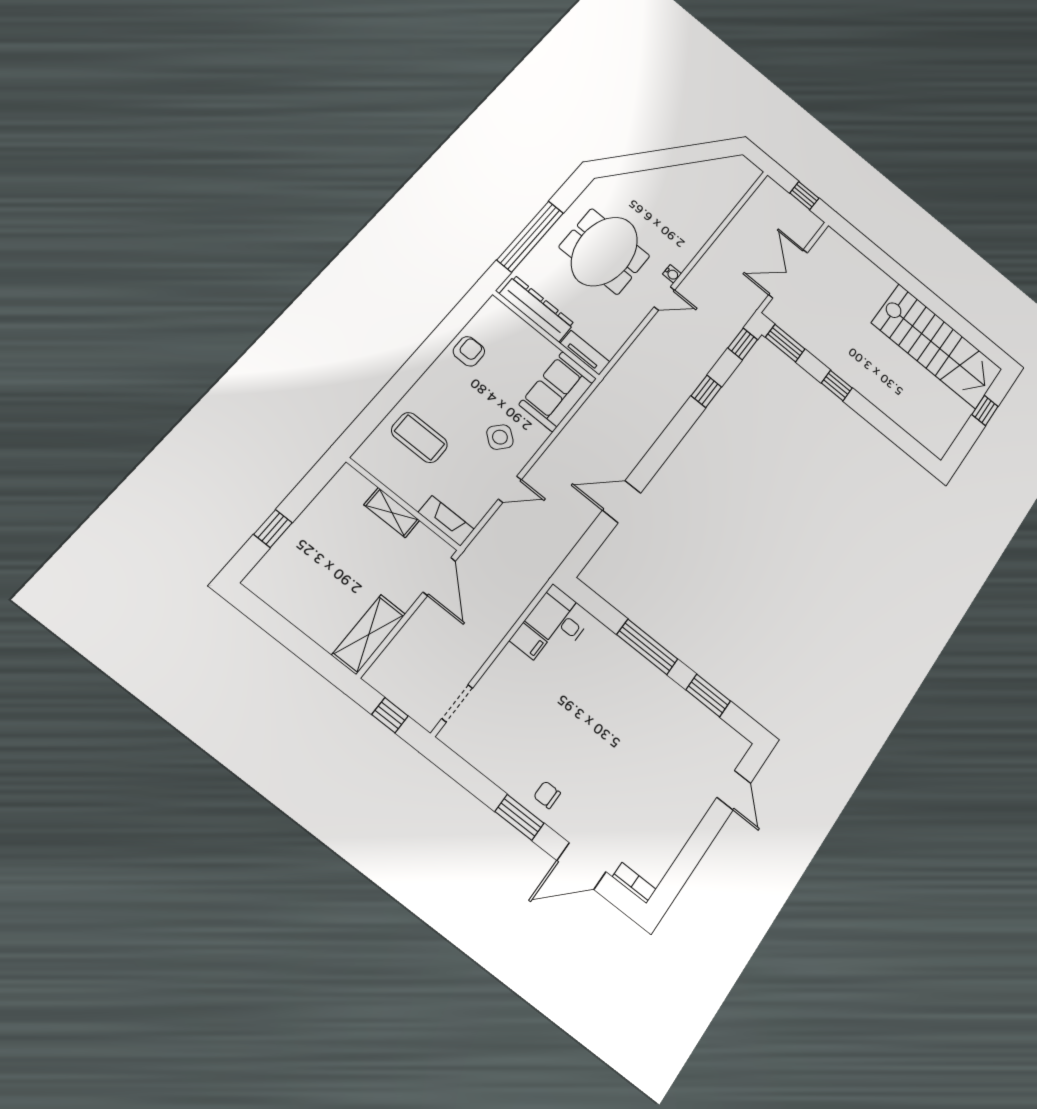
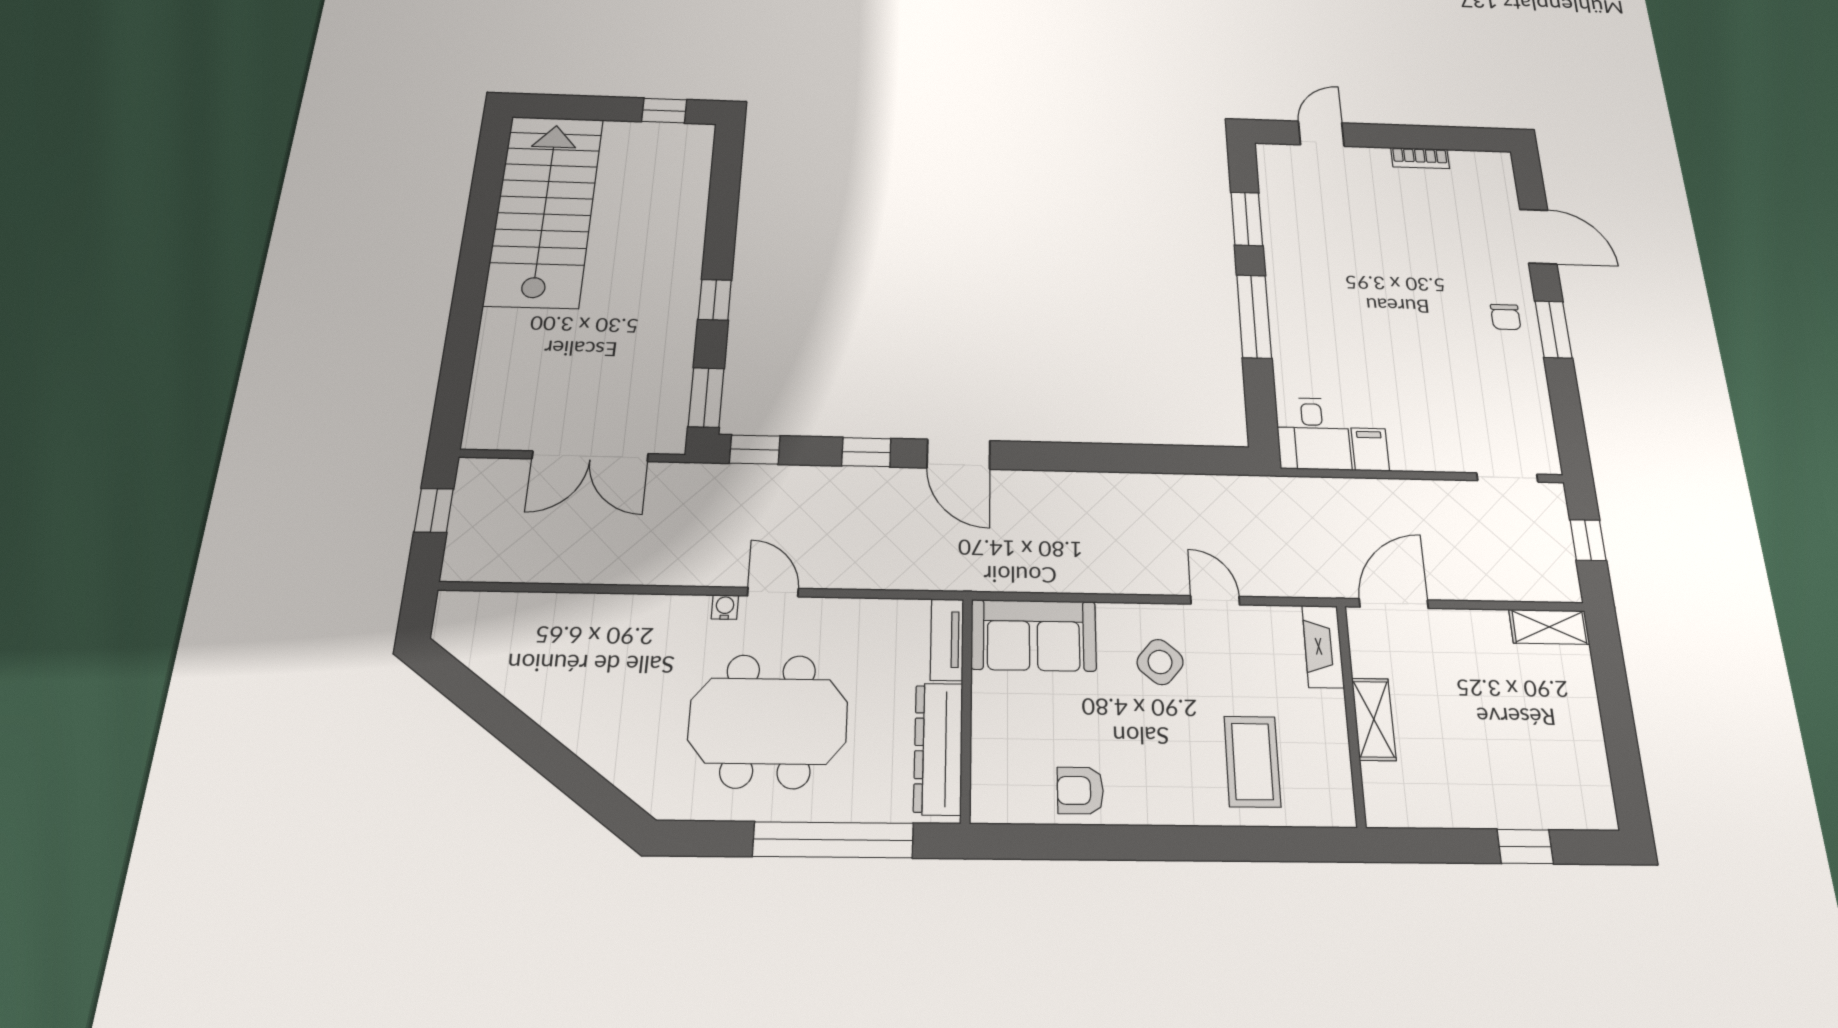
window: (985, 410) -> (664, 111), moved
door: (622, 502) -> (959, 454), moved
shelving: (369, 634) -> (1549, 627), width x0.67, depth x0.75
bookcase: (634, 883) -> (1420, 158), moved, turned -90

